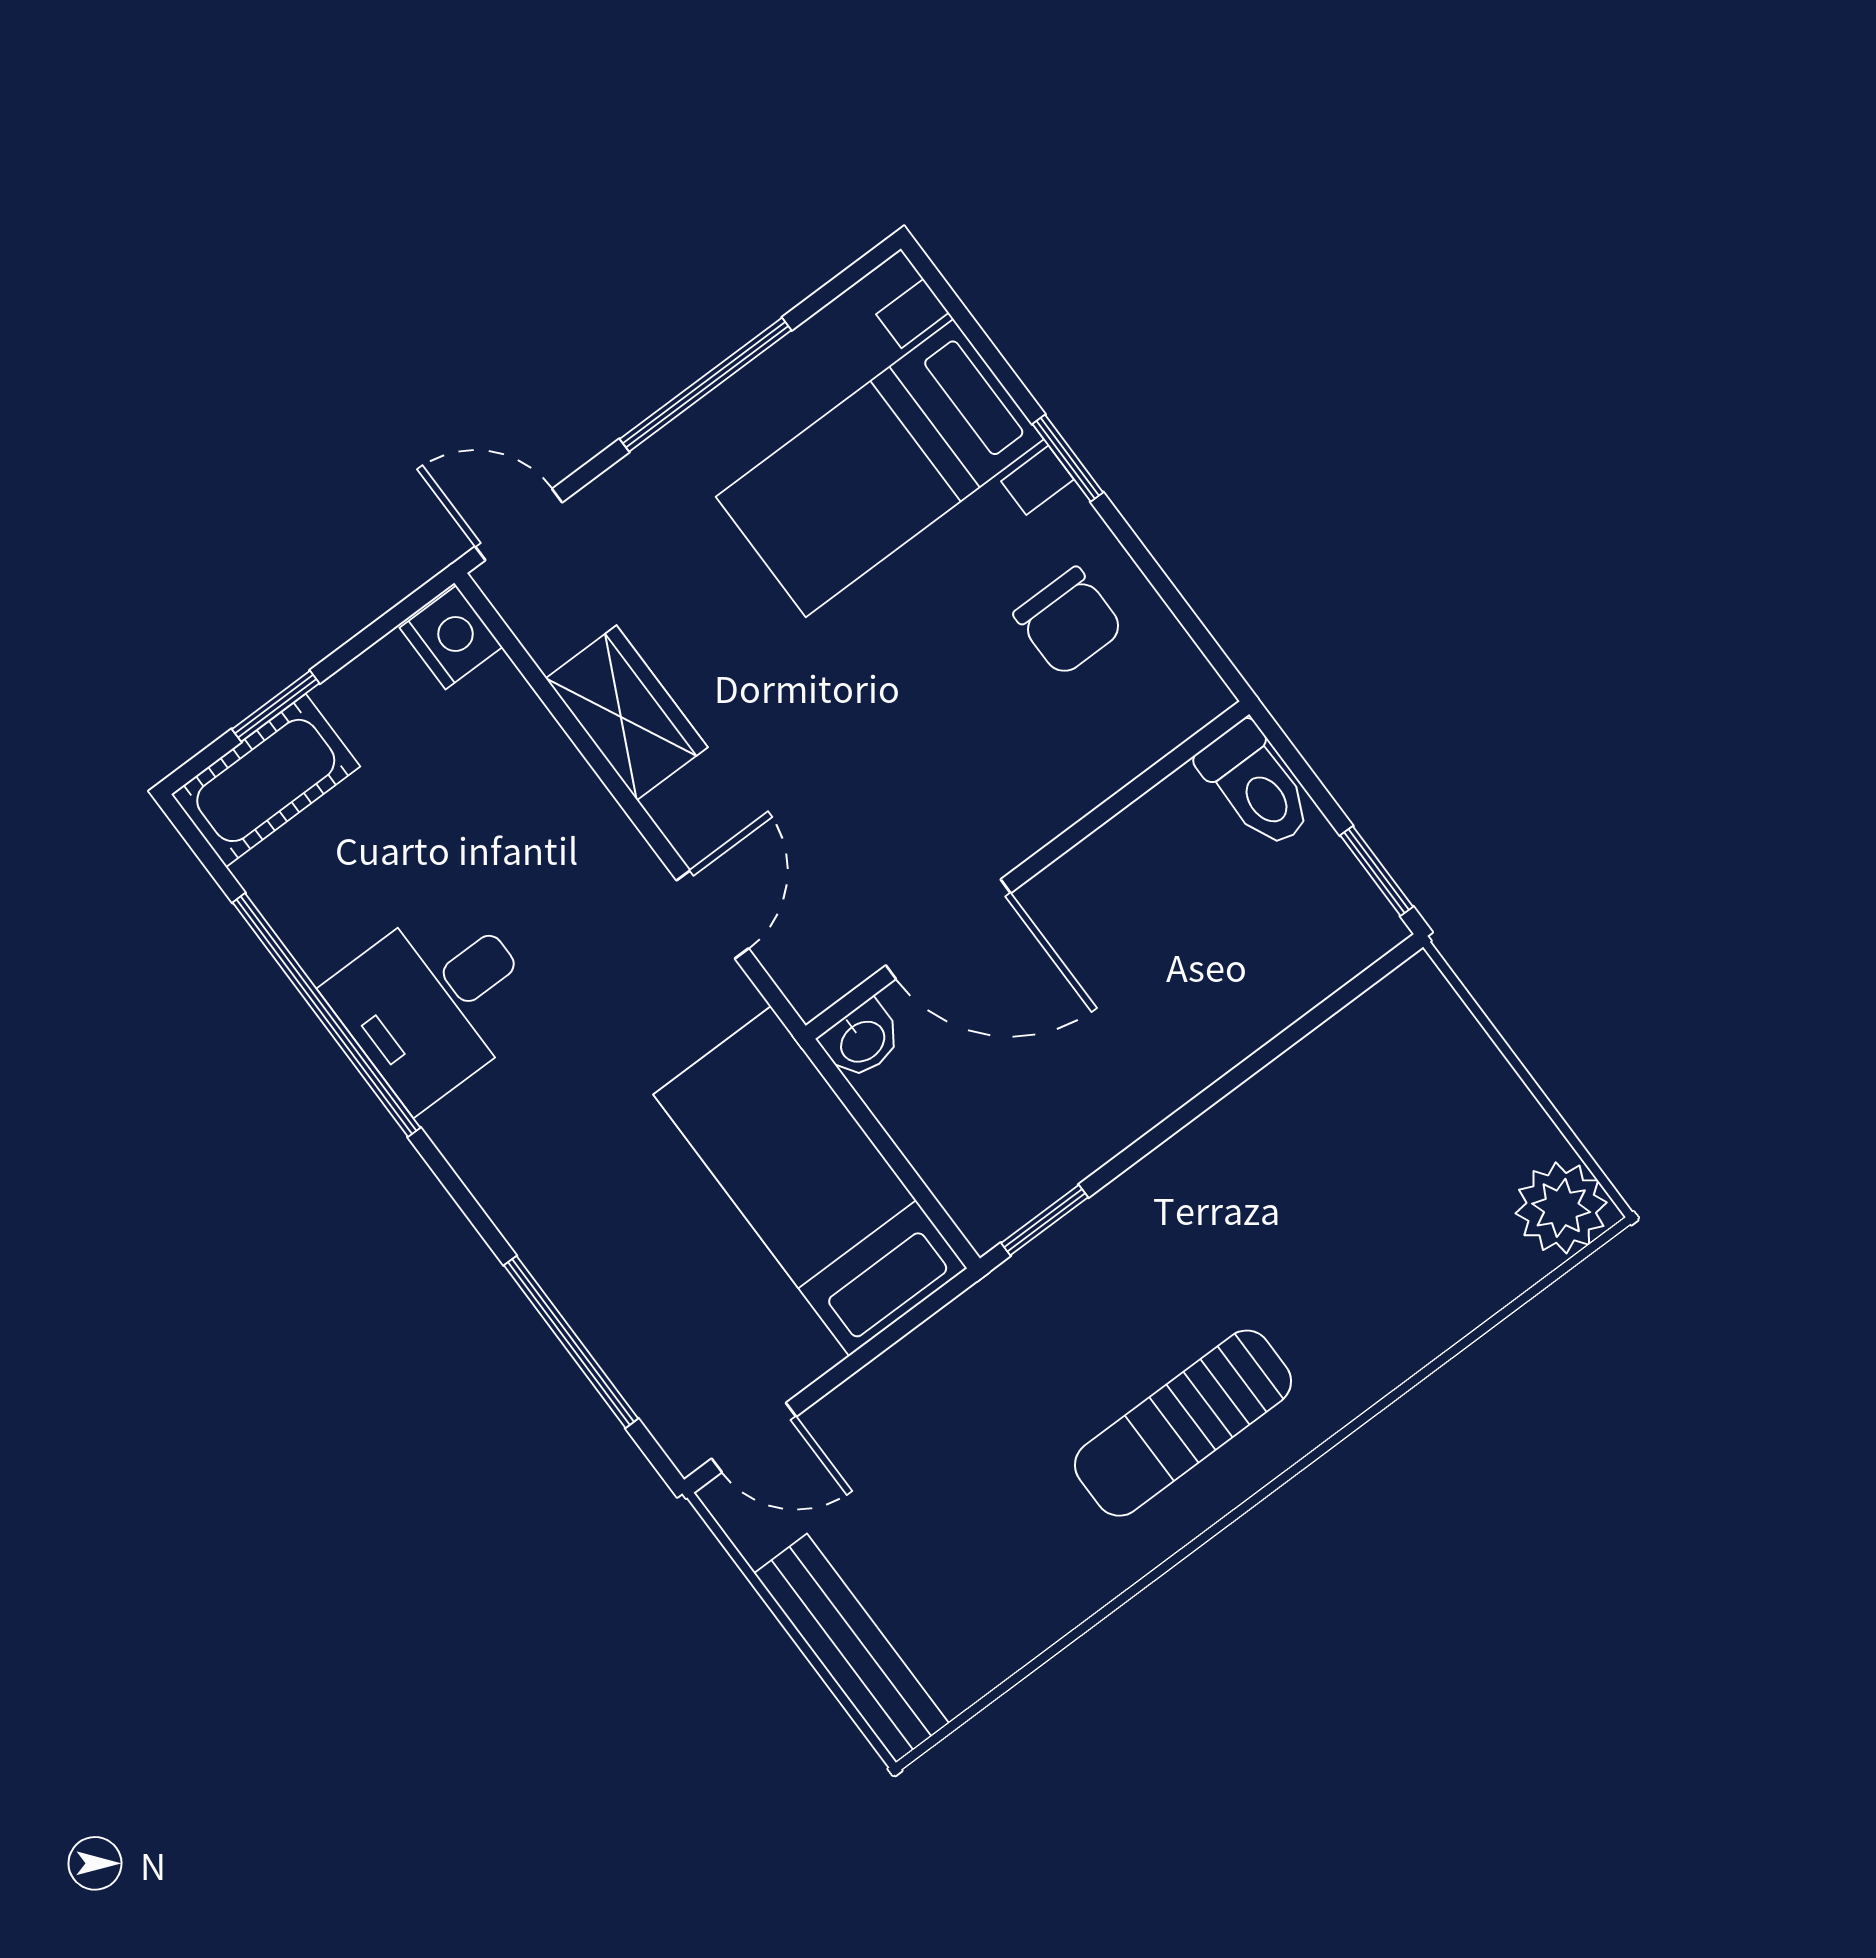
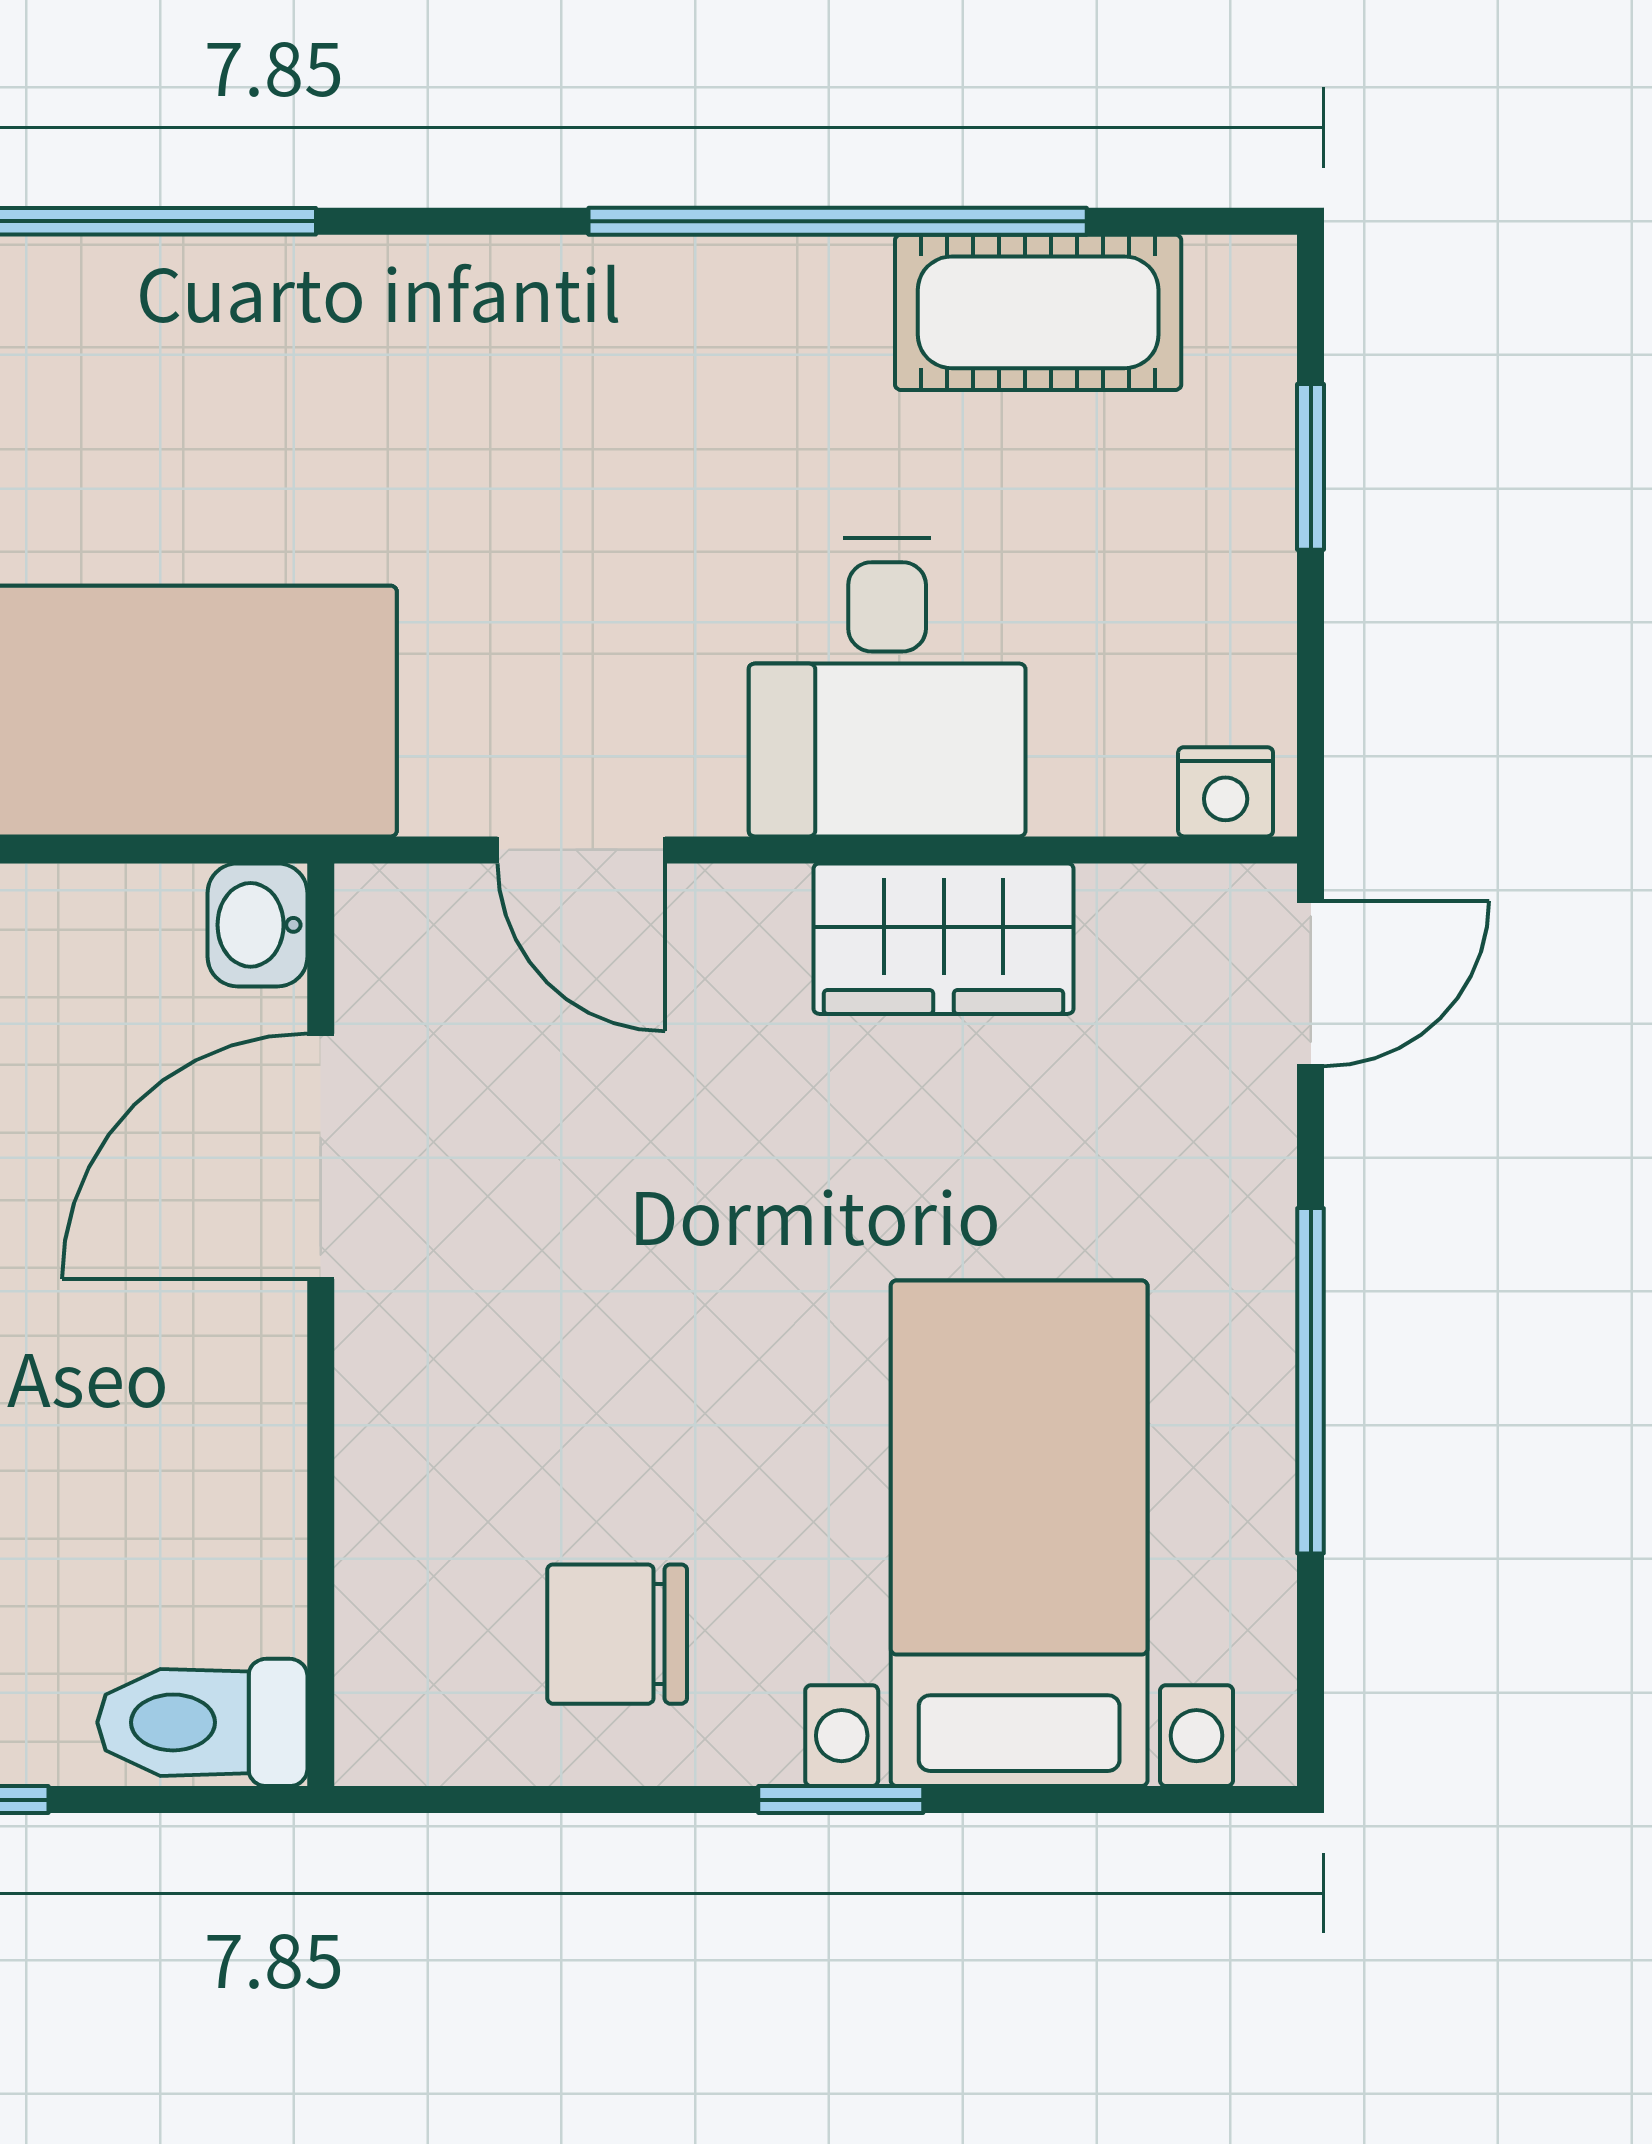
nightstand: (451, 637) -> (1226, 792), width x0.72, depth x0.74
cot: (266, 780) -> (1038, 312), moved, turned 90
desk: (435, 1001) -> (887, 687), moved, turned 180

